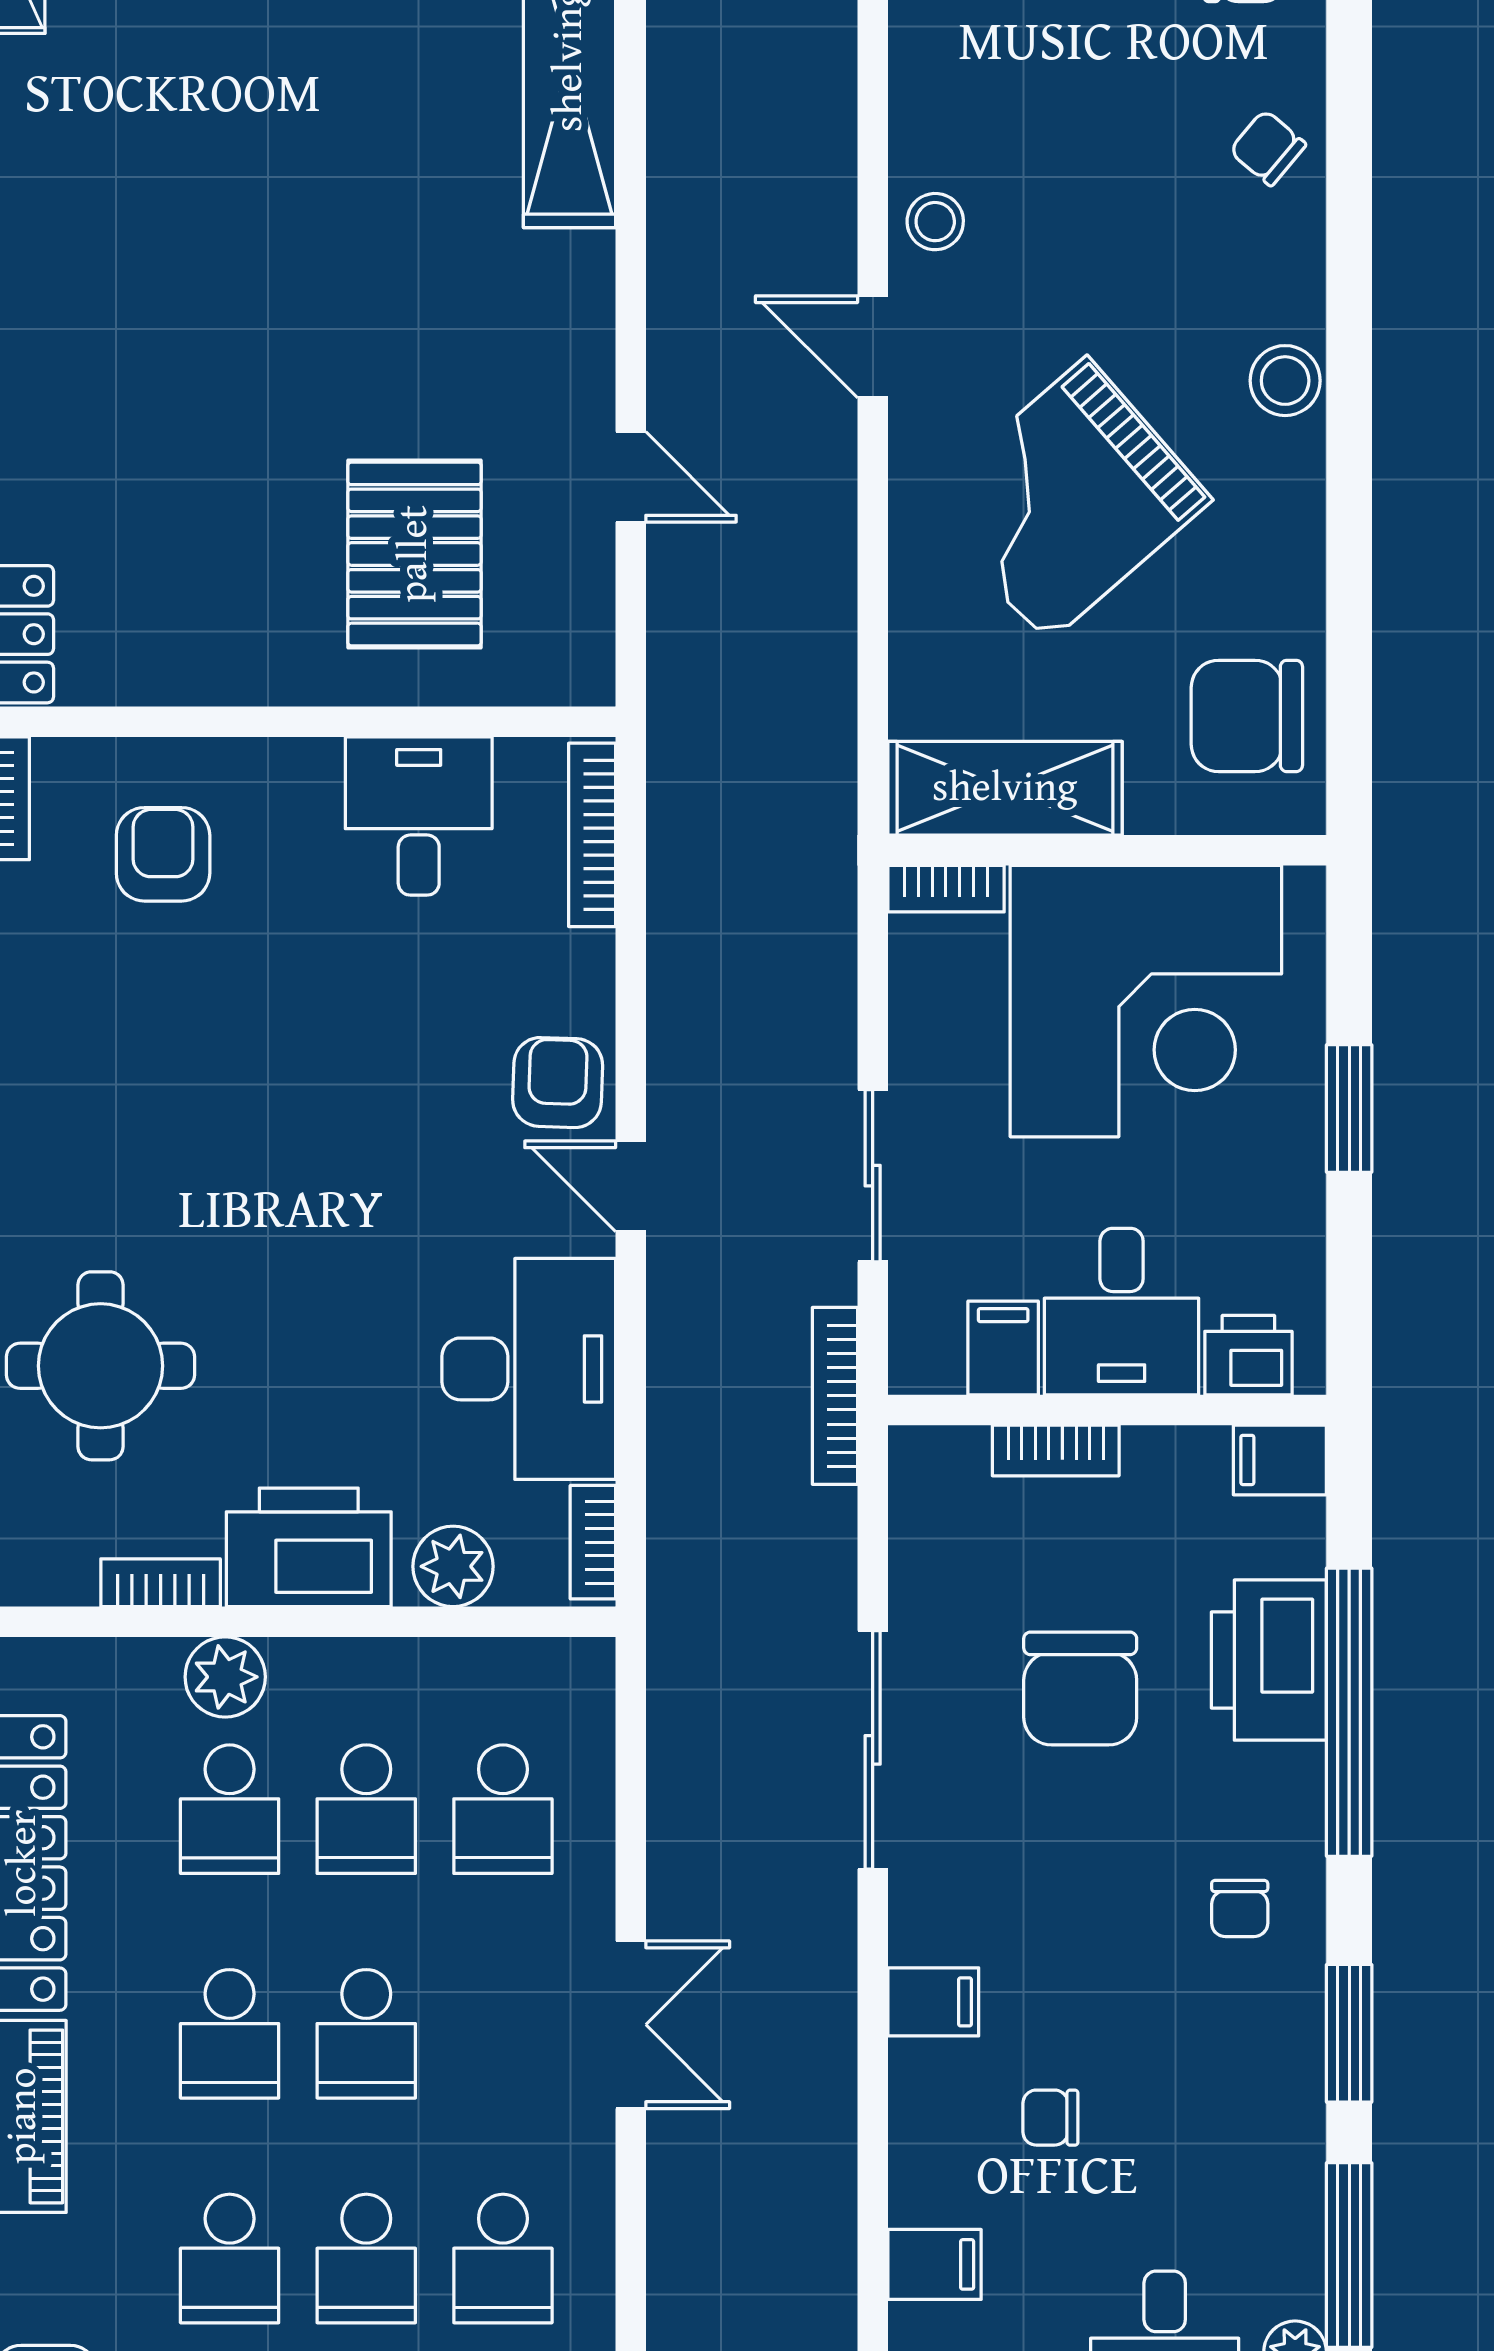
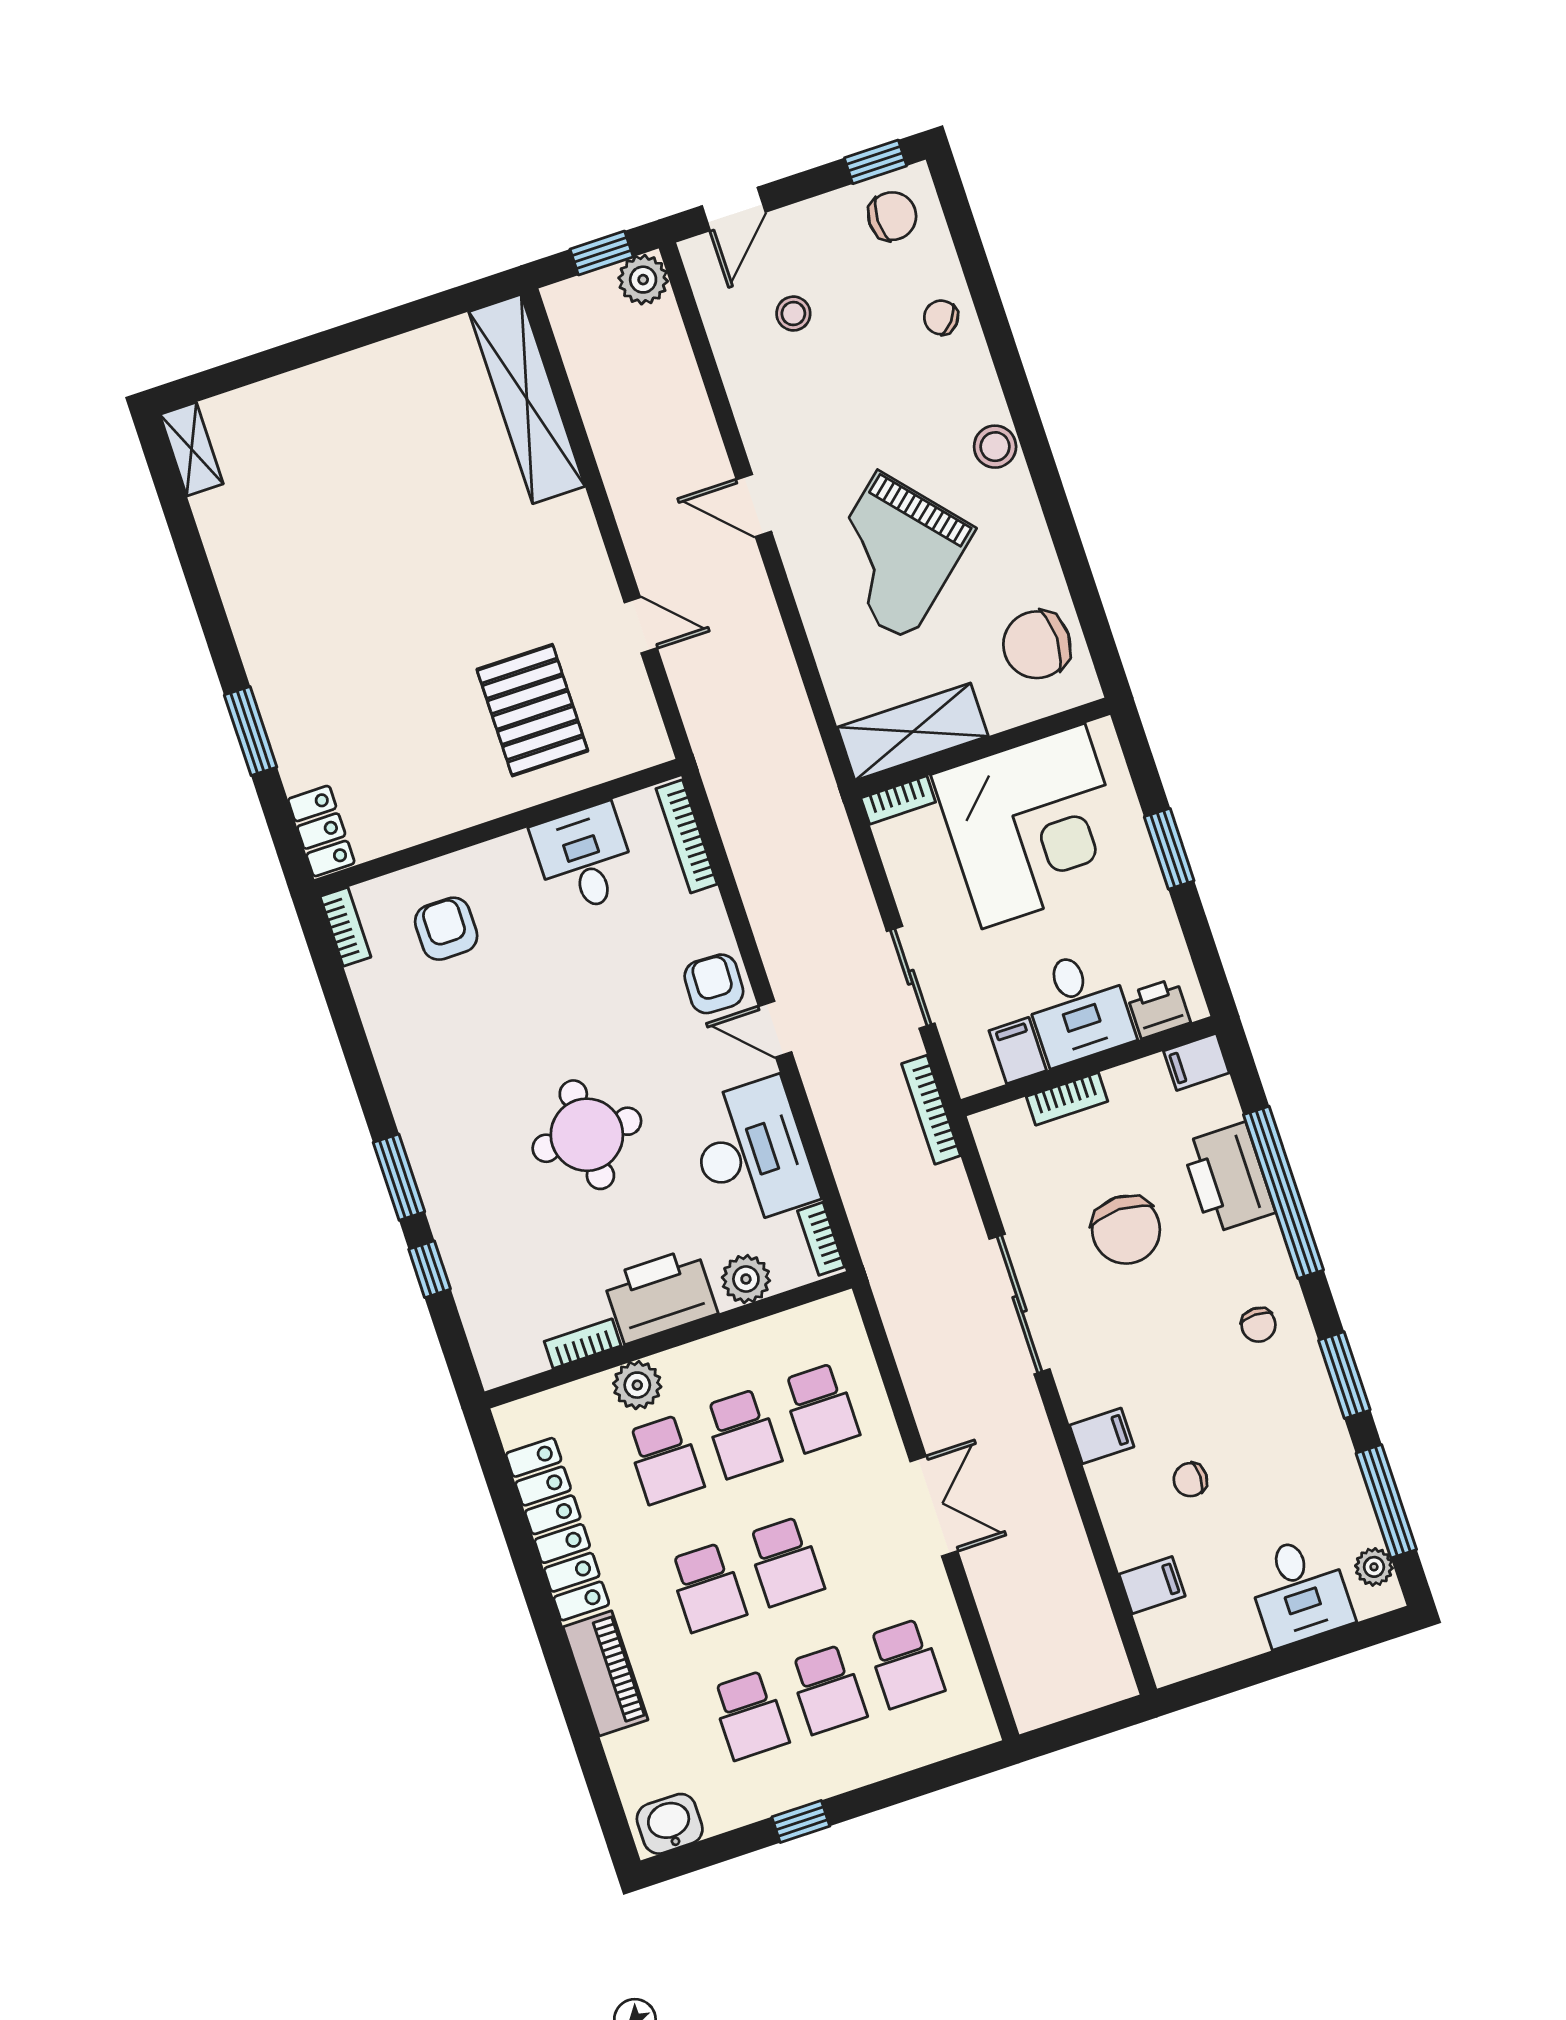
stool: (935, 222) -> (793, 314), moved
round table: (101, 1366) -> (587, 1135), moved

